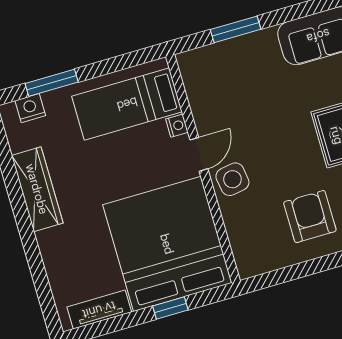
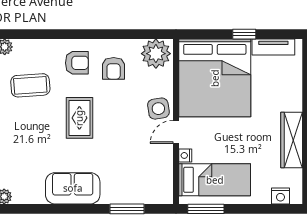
window: (52, 83) -> (206, 209), moved
armchair: (310, 217) -> (114, 68), width x0.72, depth x0.72
plant: (258, 254) -> (156, 54), added
window: (170, 308) -> (244, 34), moved

